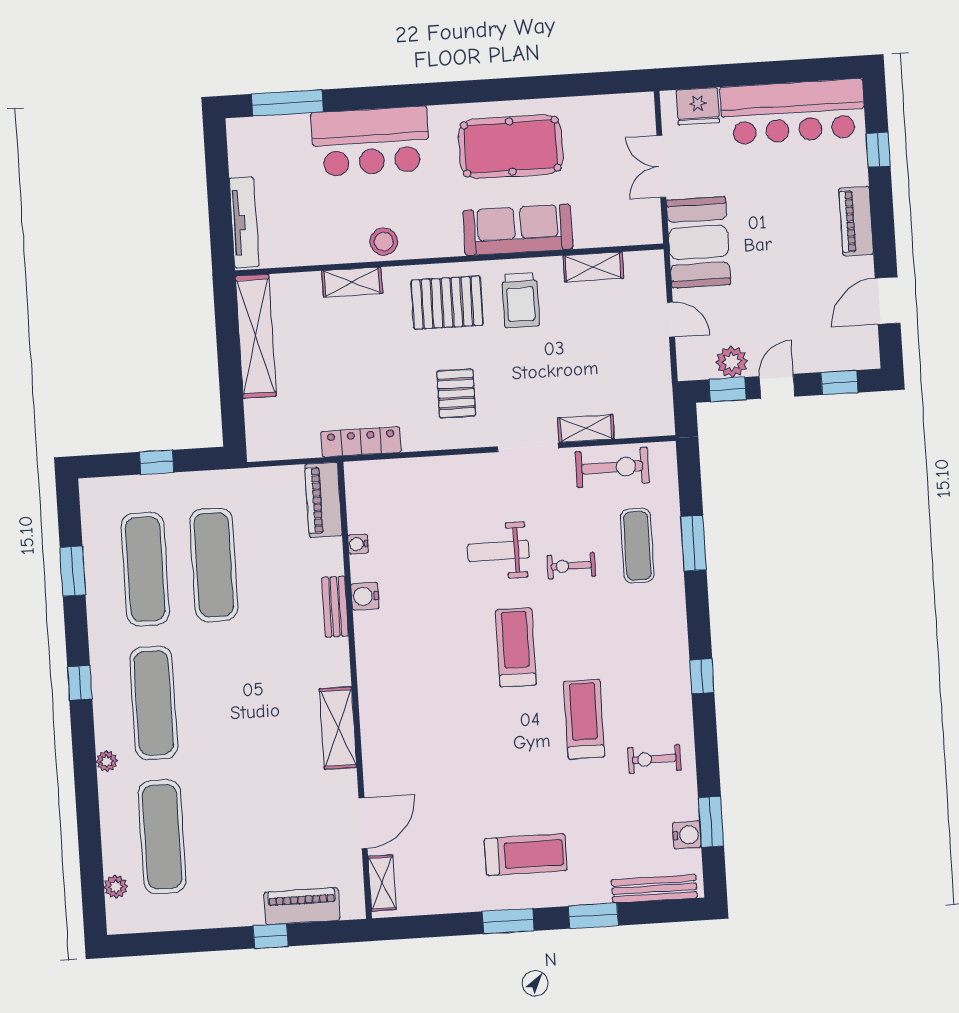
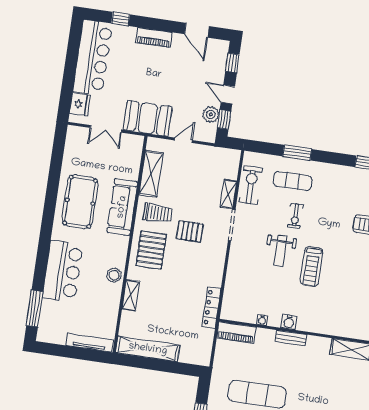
shelving: (593, 267) -> (151, 174), width x1.50, depth x1.33
pallet: (456, 393) -> (190, 231), moved
treadmill: (516, 647) -> (312, 267), moved, turned -90

